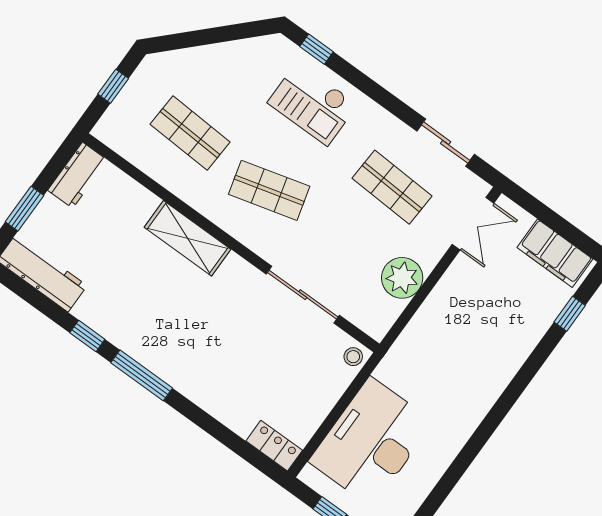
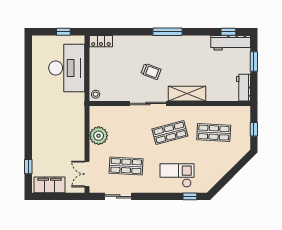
sliding door: (303, 295) -> (148, 103), moved
trolley: (224, 325) -> (151, 71), added
window: (87, 336) -> (228, 32), moved

